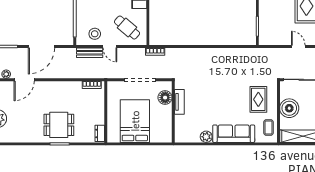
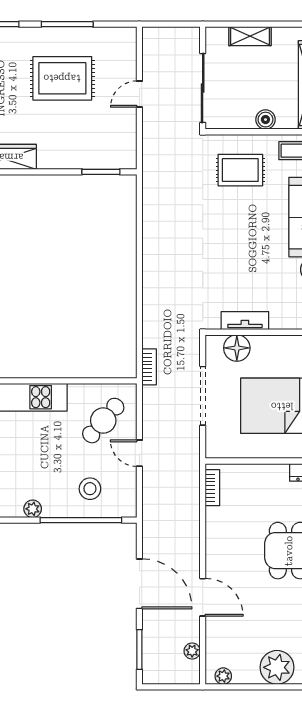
stool: (95, 34) -> (90, 489), moved
door: (110, 46) -> (139, 453), swing flipped
bench: (90, 53) -> (151, 492), removed
door: (24, 80) -> (203, 597), moved
boiler: (289, 108) -> (265, 120), width x0.54, depth x0.54

